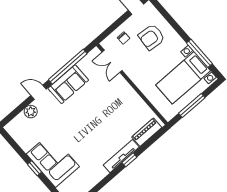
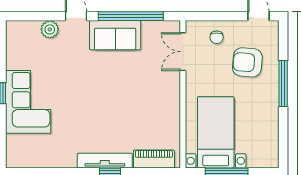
window: (199, 53) -> (283, 83), moved
bed with nightstands: (183, 78) -> (216, 132), moved, turned 90

